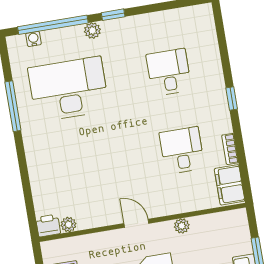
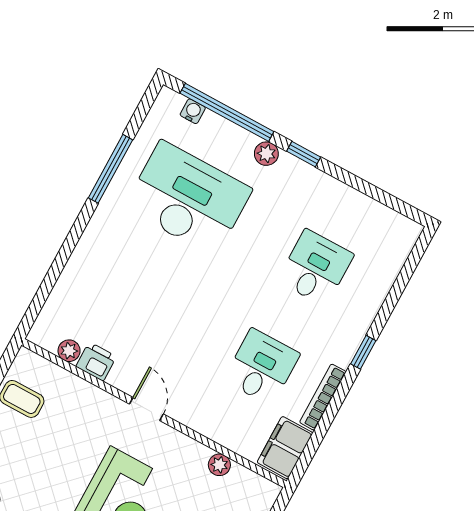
bookcase: (230, 149) -> (323, 397), width x1.56
printer: (48, 226) -> (96, 362), moved
plant: (182, 226) -> (219, 465), moved

